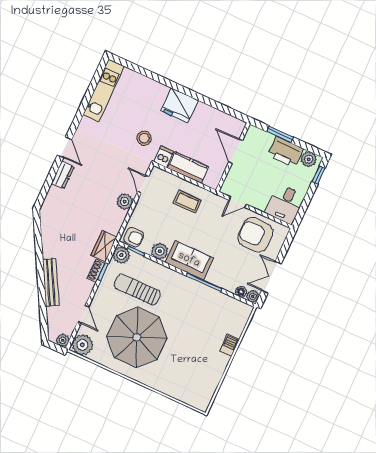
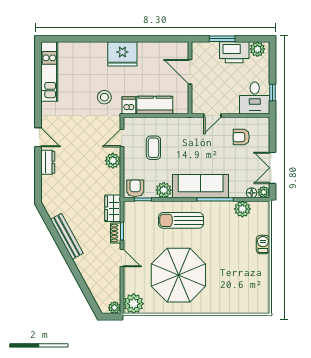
window: (318, 175) -> (272, 93), moved
door: (143, 184) -> (122, 138), hinge flipped
coffee table: (187, 202) -> (153, 148), moved, turned 90
armchair: (255, 235) -> (241, 137), width x0.53, depth x0.53
armchair: (134, 237) -> (135, 188), turned -90
plant: (121, 255) -> (242, 209), moved
sofa: (189, 260) -> (201, 186), width x1.36
bench: (51, 282) -> (67, 236), moved
sun lounger: (137, 289) -> (181, 220), moved
door: (83, 314) -> (122, 258), moved

